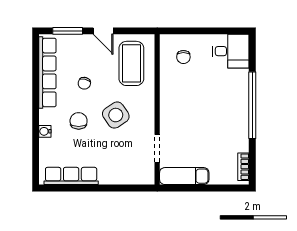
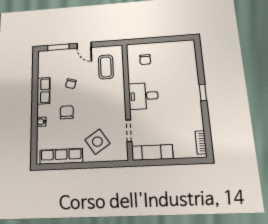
desk: (231, 51) -> (143, 96), moved, turned 180
coffee table: (131, 63) -> (106, 67), width x0.73, depth x0.76
row of seats: (47, 72) -> (44, 91), width x0.50
window: (252, 105) -> (203, 92), width x0.32
side table: (116, 115) -> (97, 142), moved

